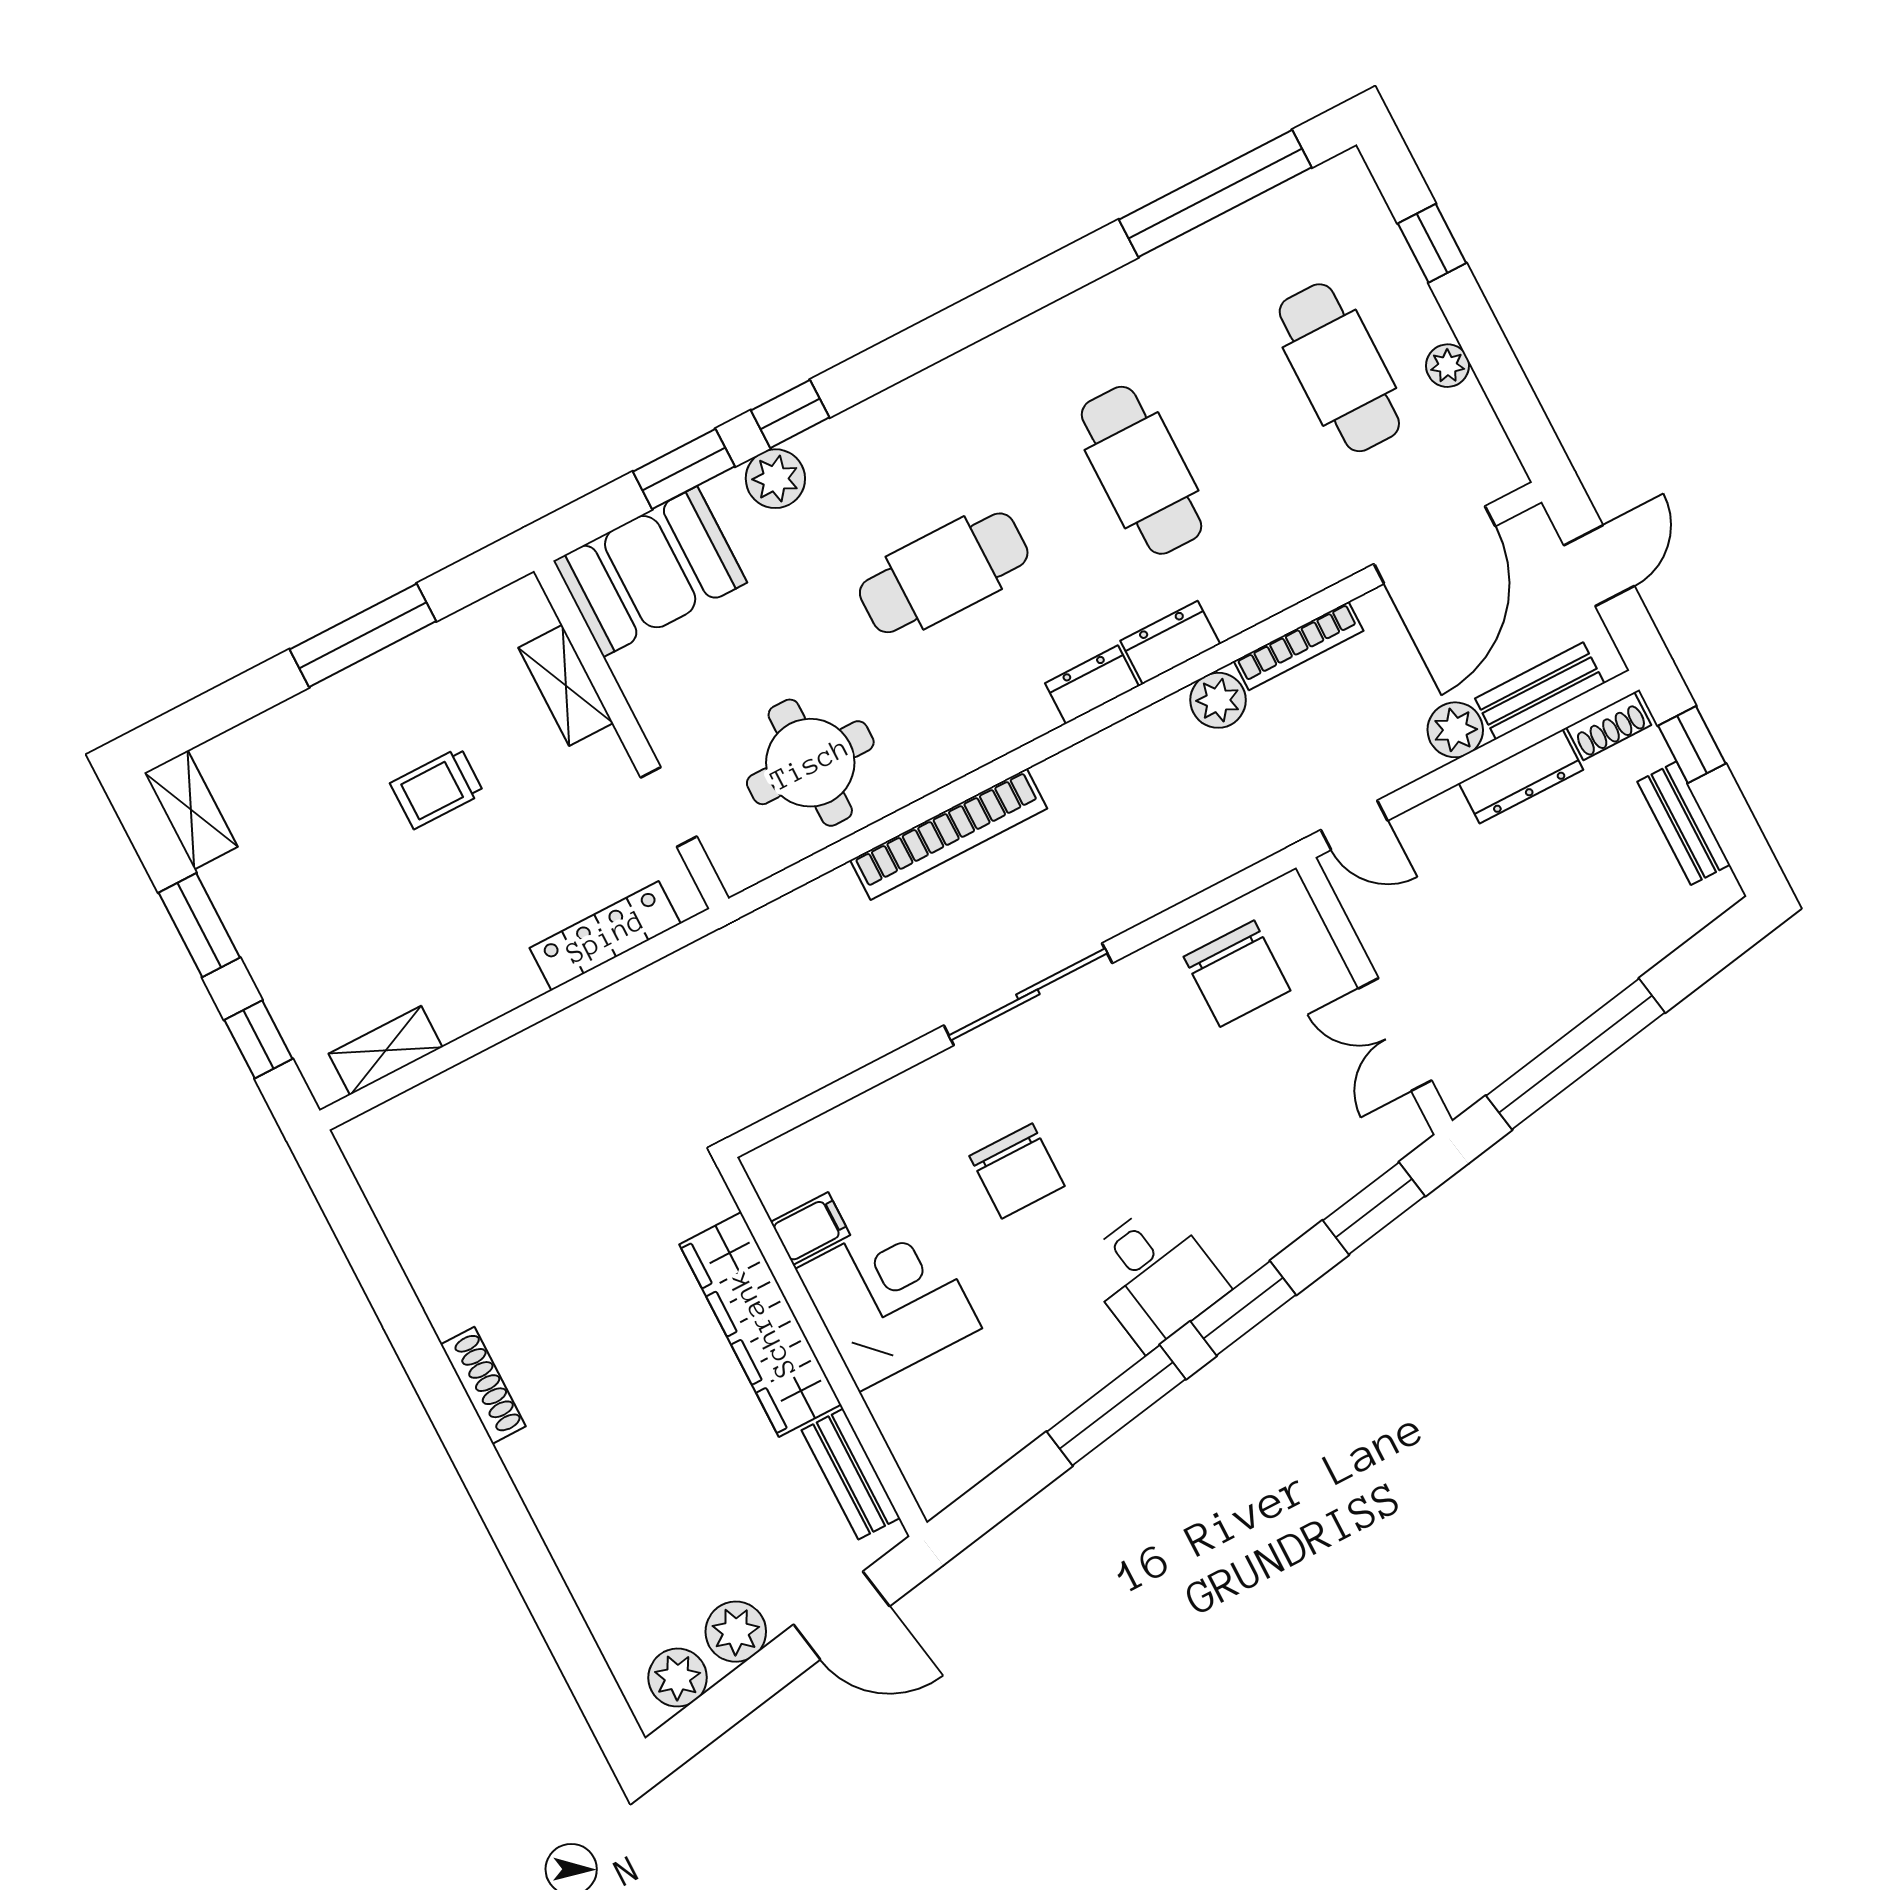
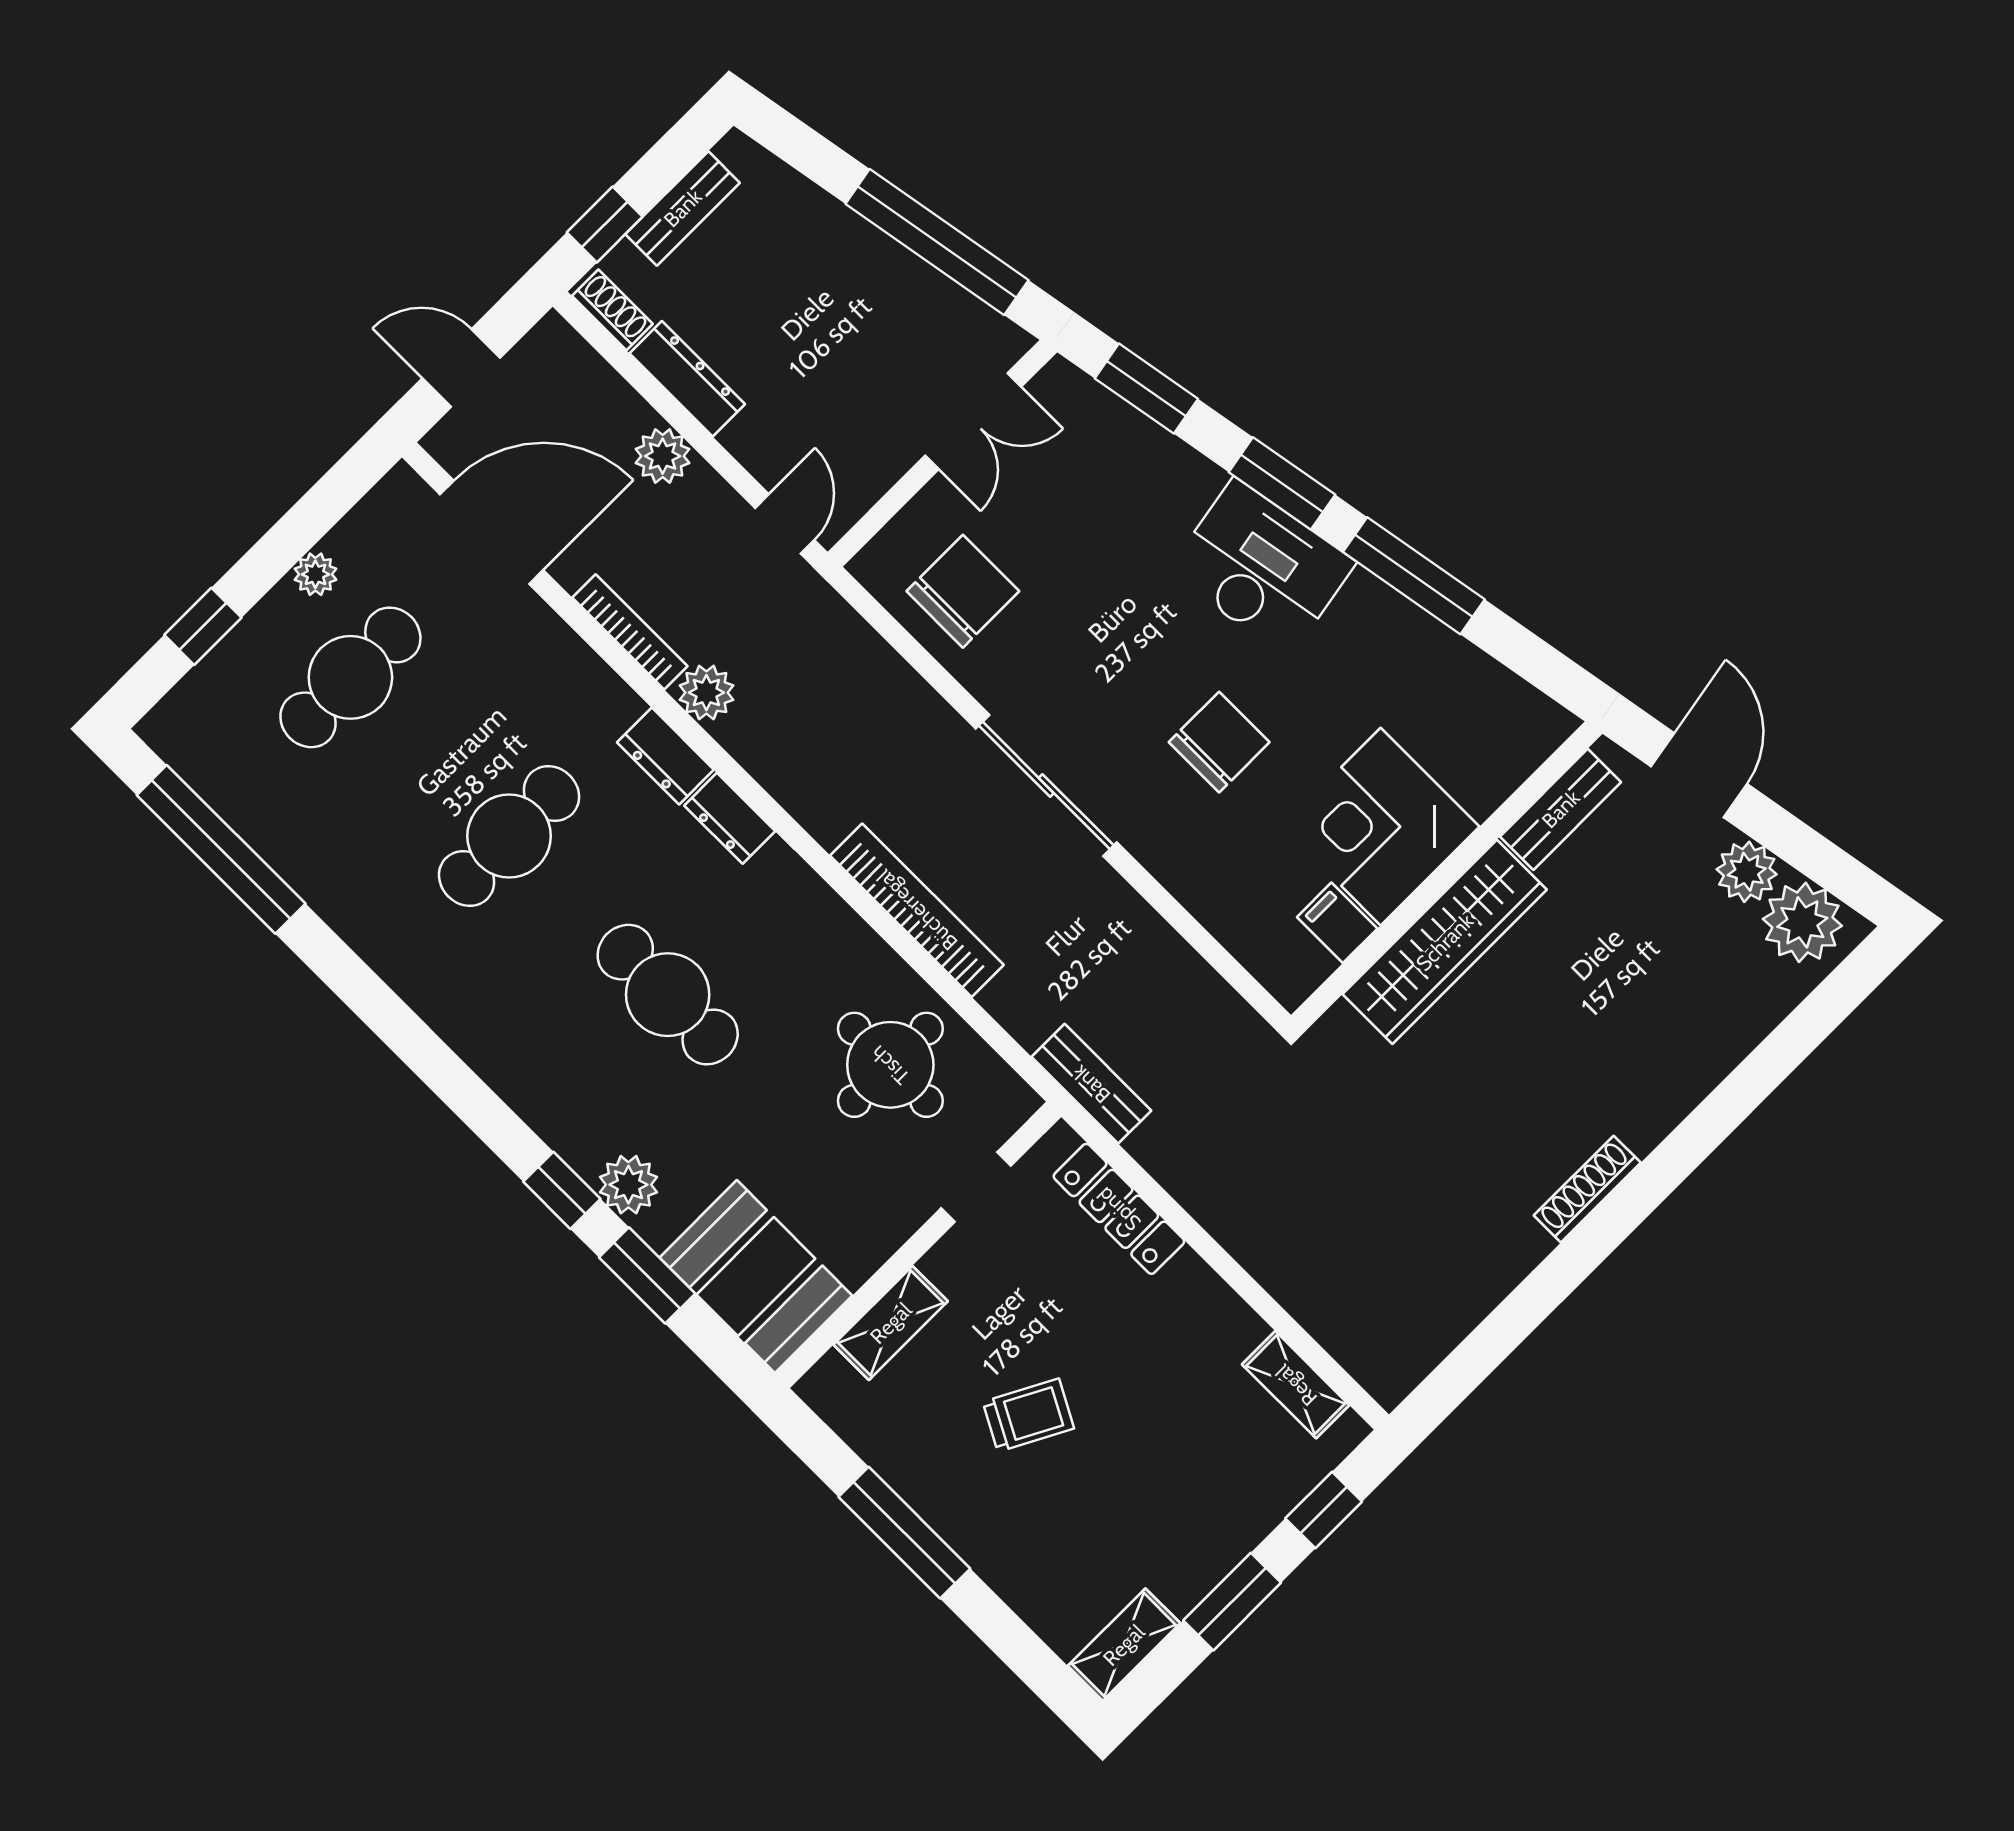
bench: (1540, 691) -> (1091, 1084), moved
trolley: (437, 788) -> (1028, 1415), turned -62
desk: (1154, 1276) -> (1261, 568), width x1.37
plant: (678, 1678) -> (1802, 922), width x1.36, depth x1.36

